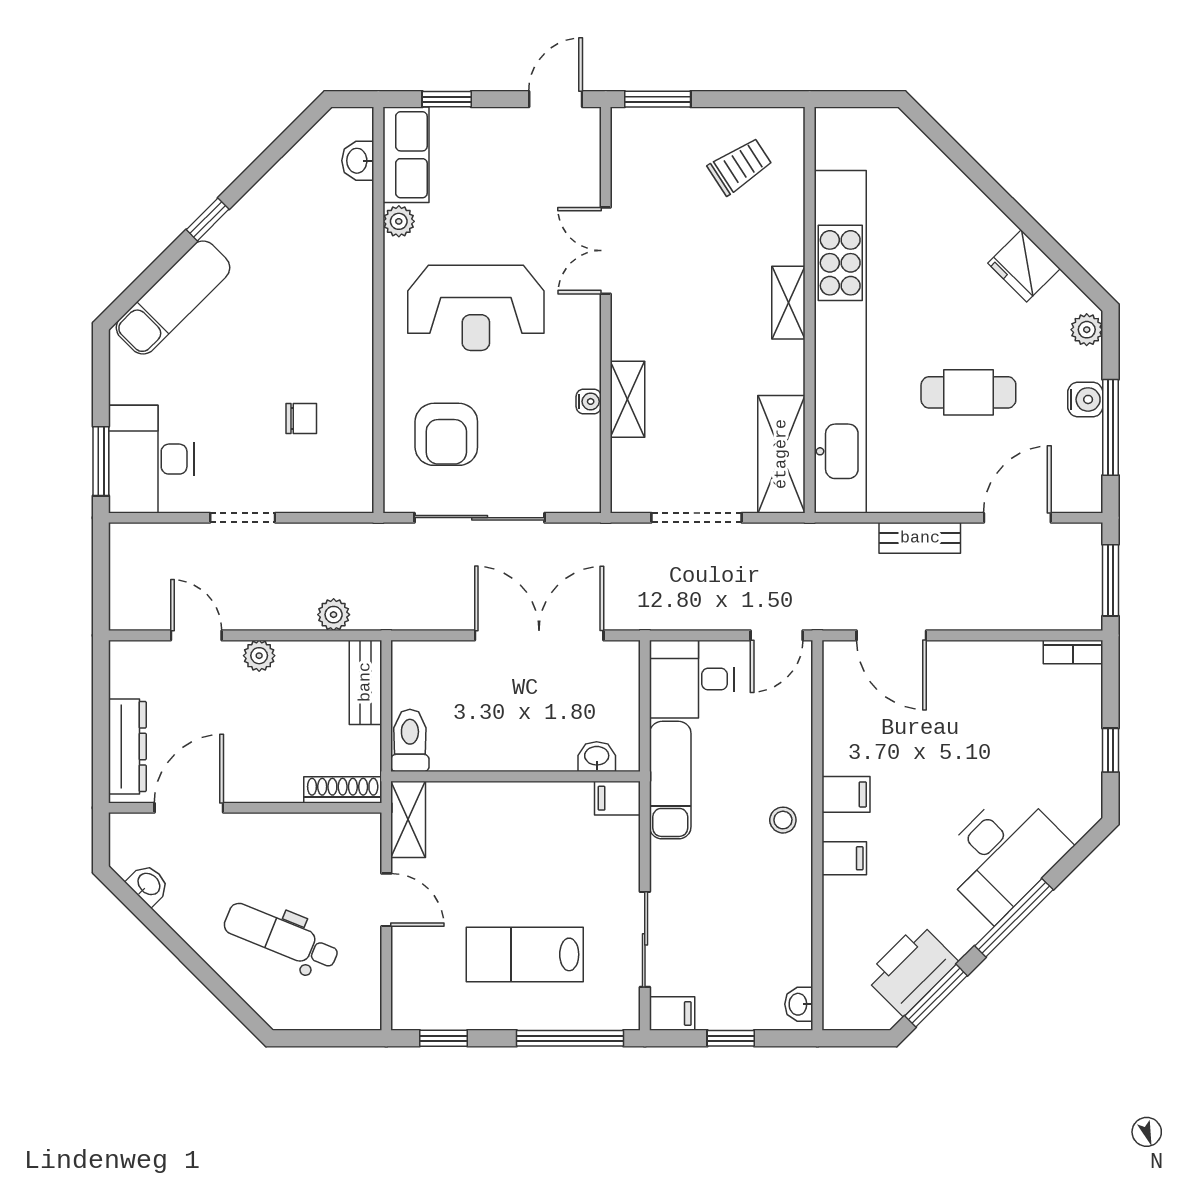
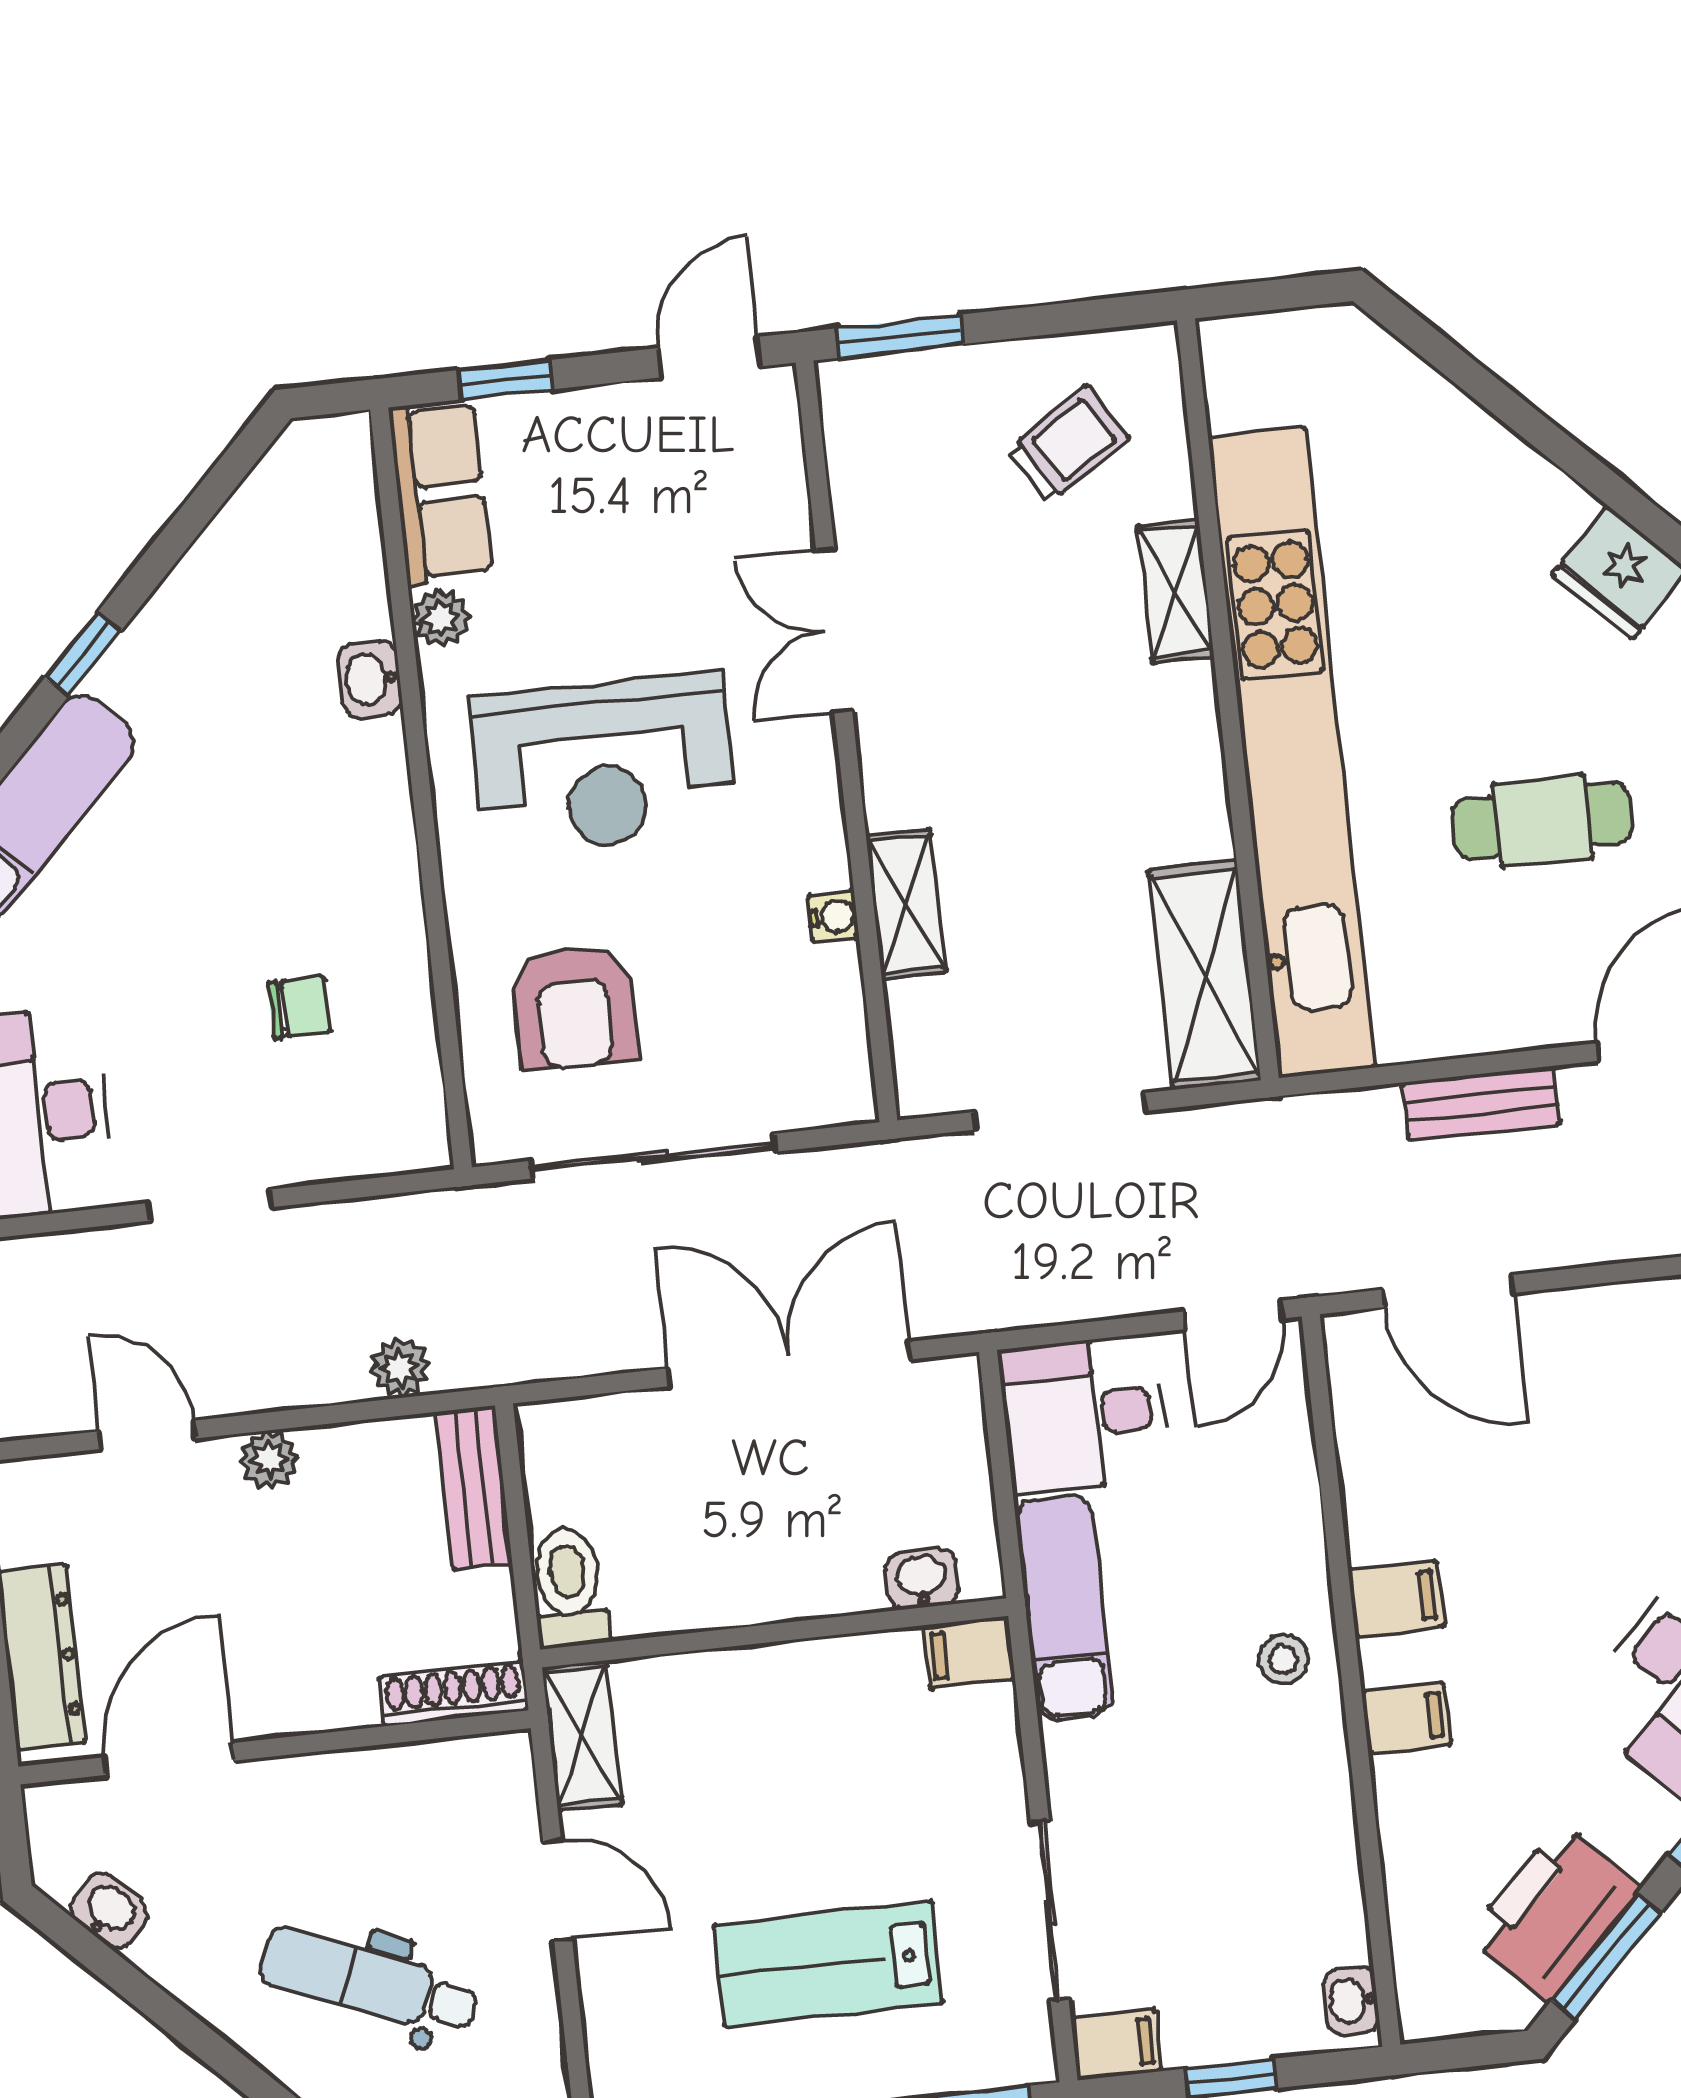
washbasin: (358, 161) -> (370, 679), moved
shelving: (788, 303) -> (1176, 591), moved

